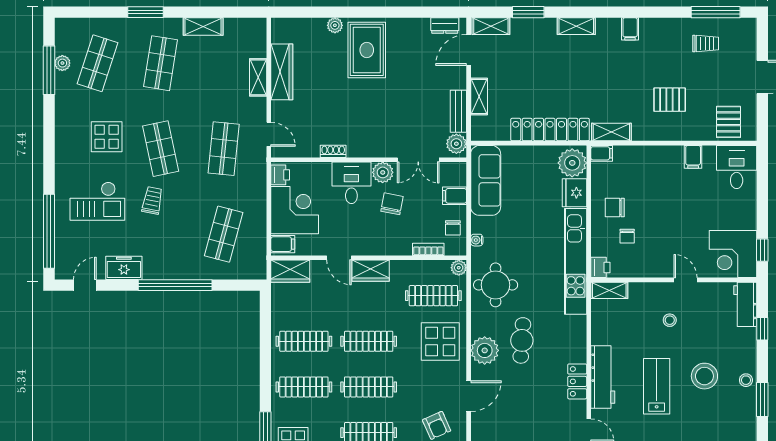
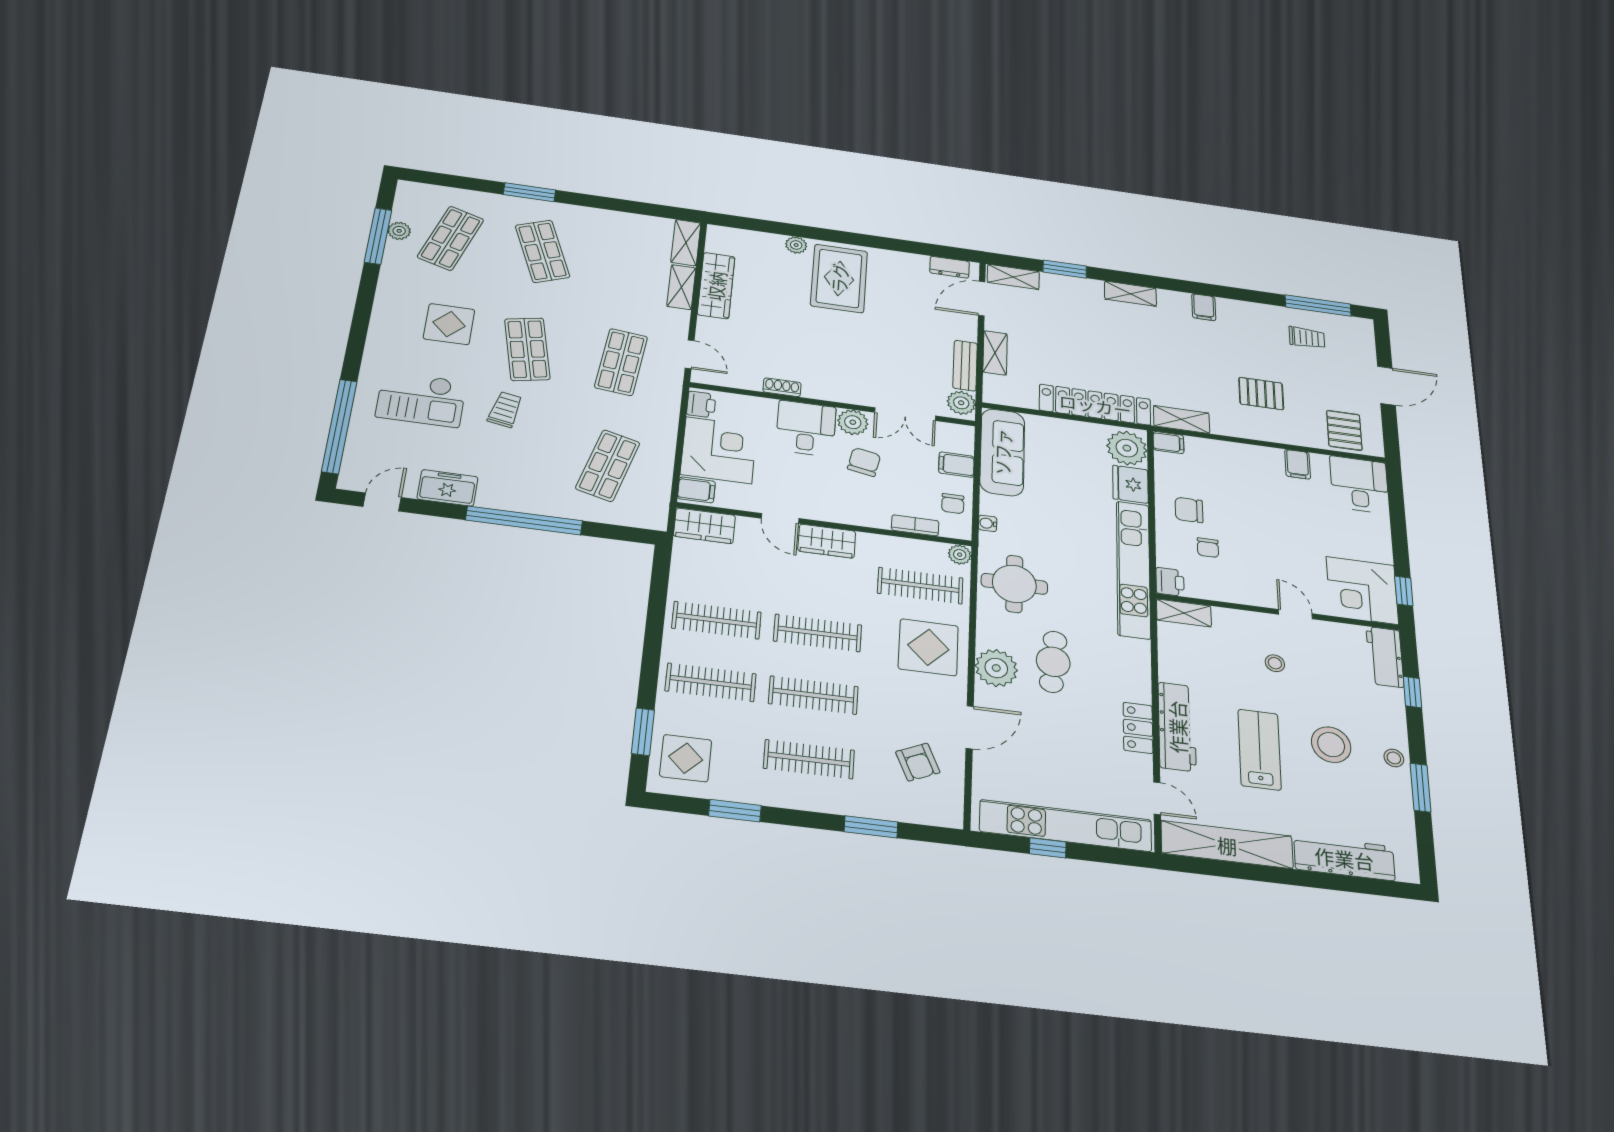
shelving: (203, 27) -> (686, 243), moved, turned 90
shop shelf: (161, 63) -> (542, 251), turned -30

